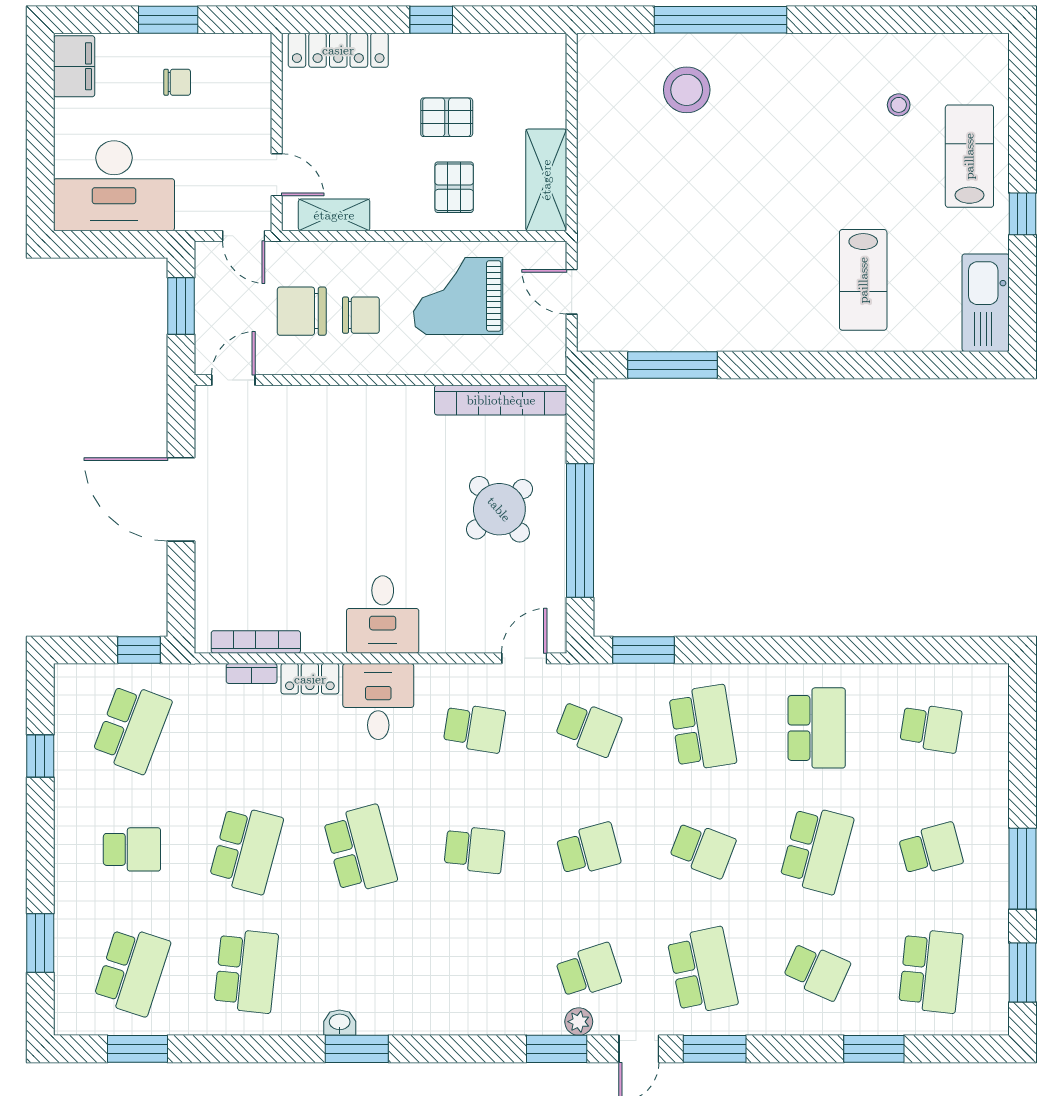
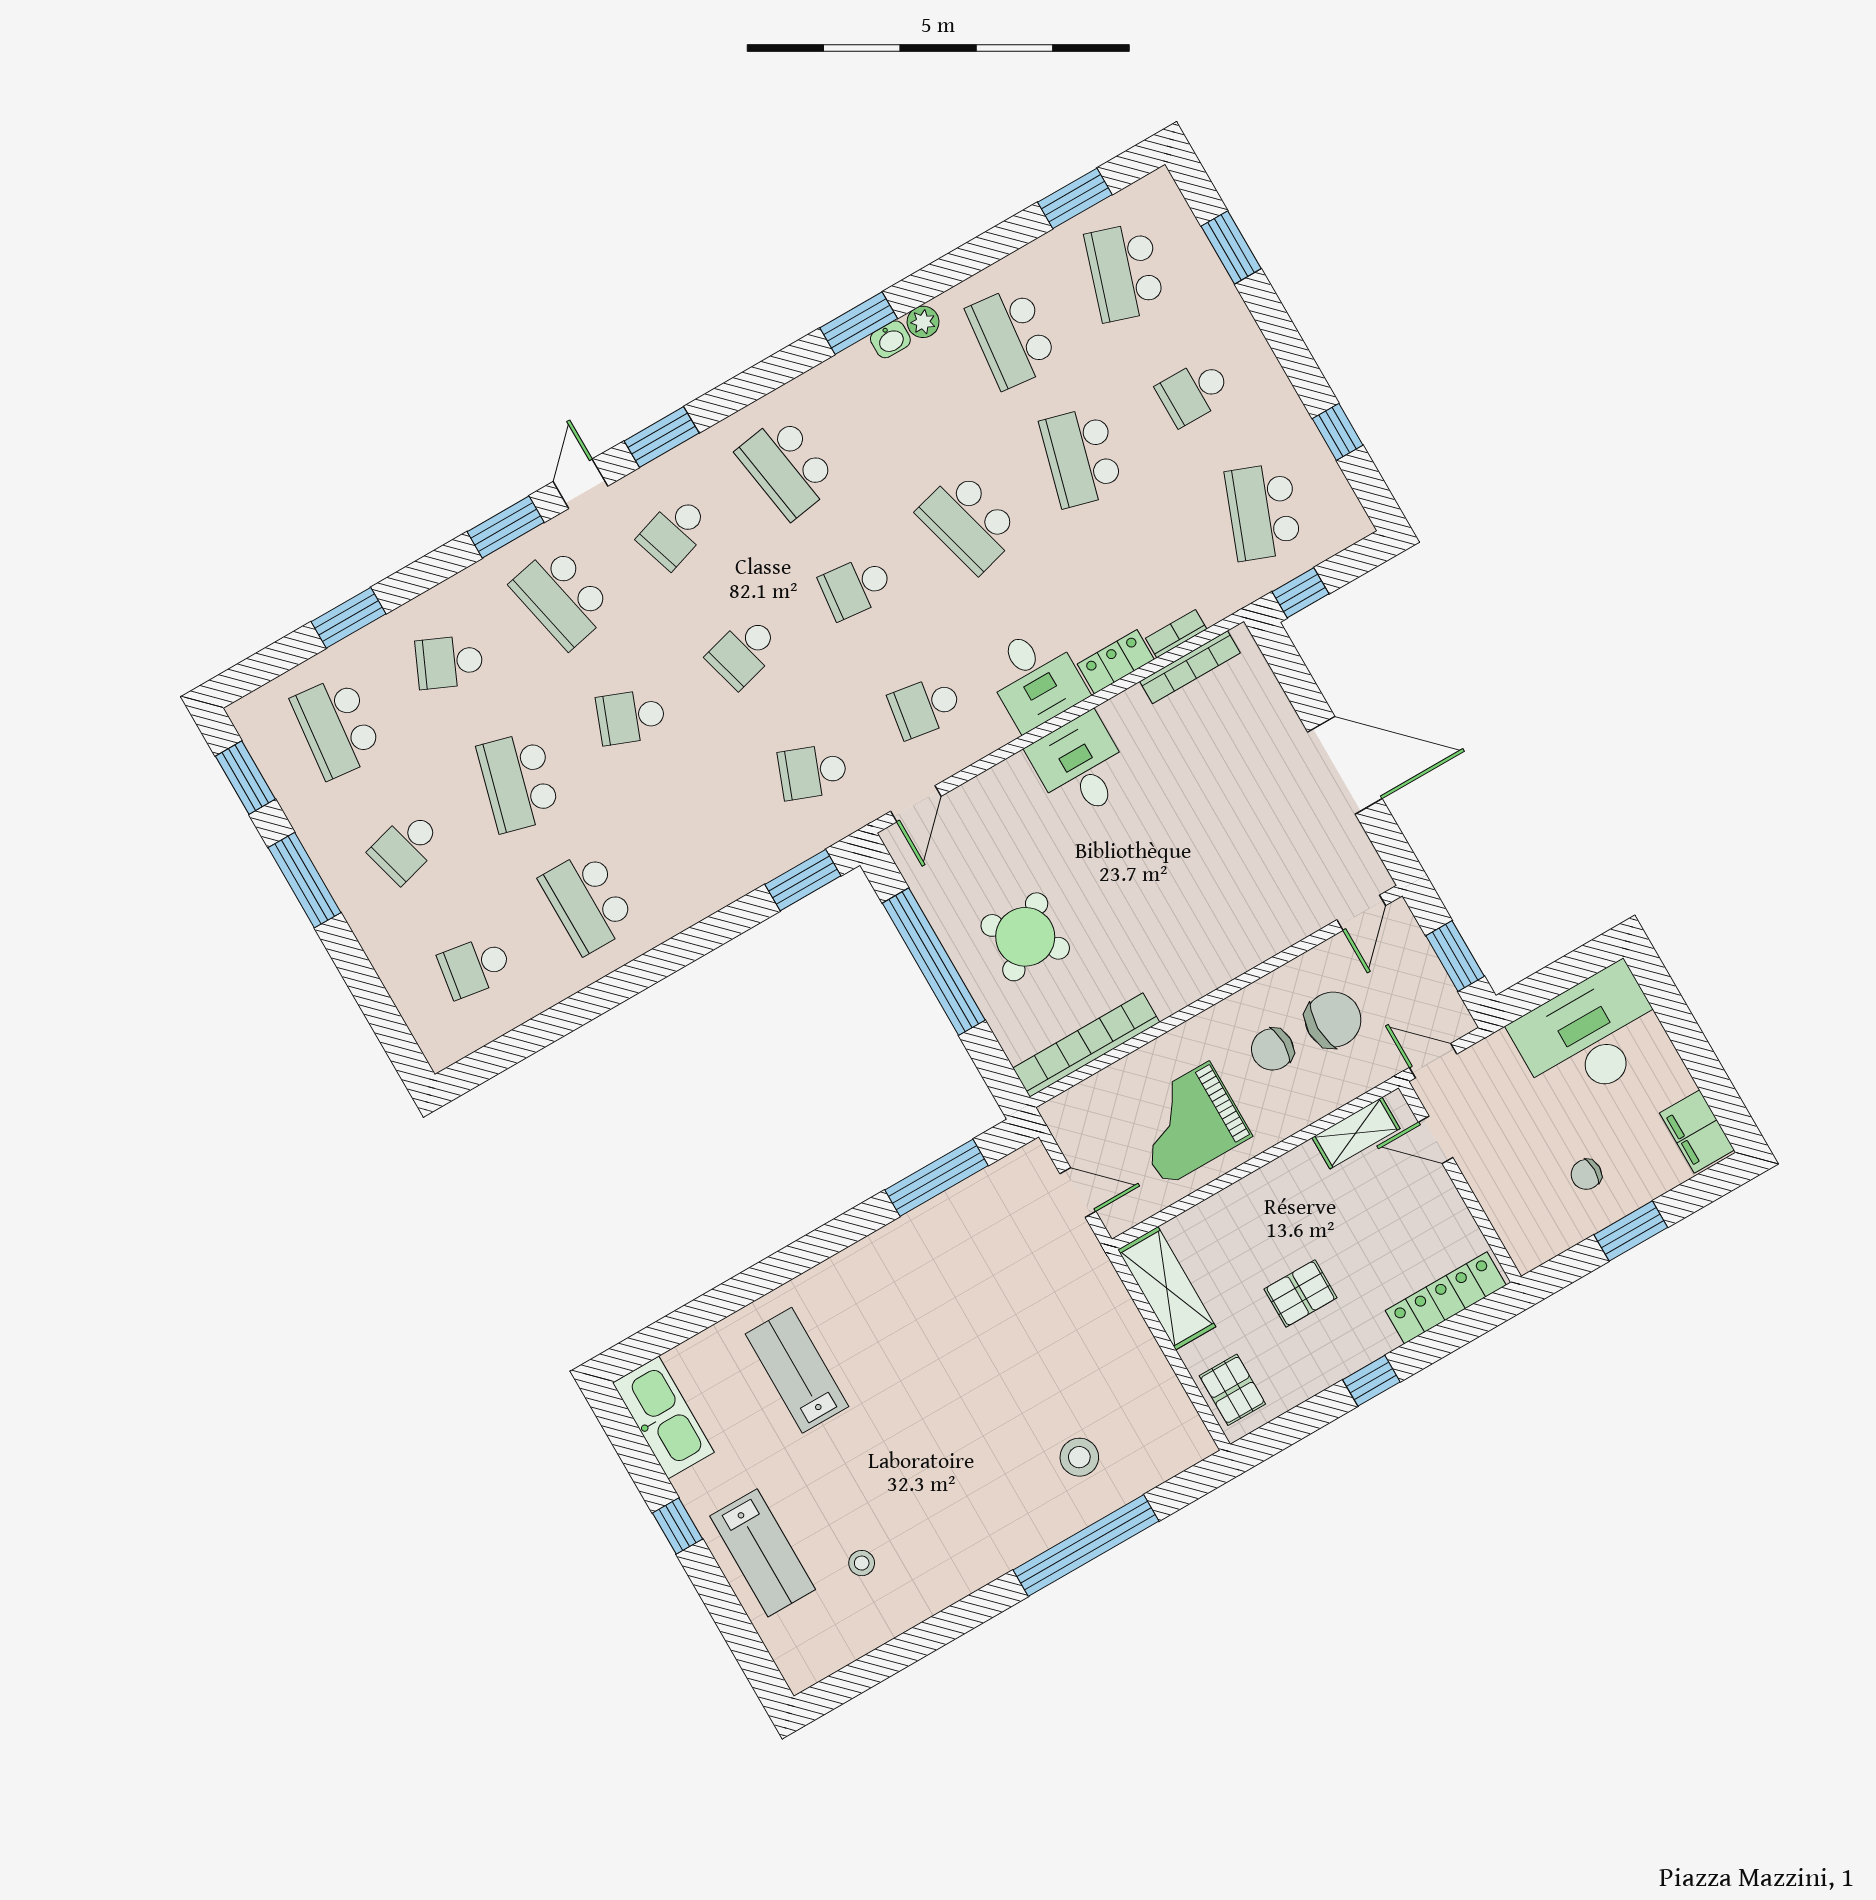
stool: (687, 90) -> (1079, 1457), width x0.73, depth x0.73
pallet: (454, 187) -> (1232, 1390), moved
grand piano: (458, 296) -> (1187, 1124), turned 180
school desk: (703, 728) -> (787, 467), moved
plant: (579, 1022) -> (923, 322), moved

